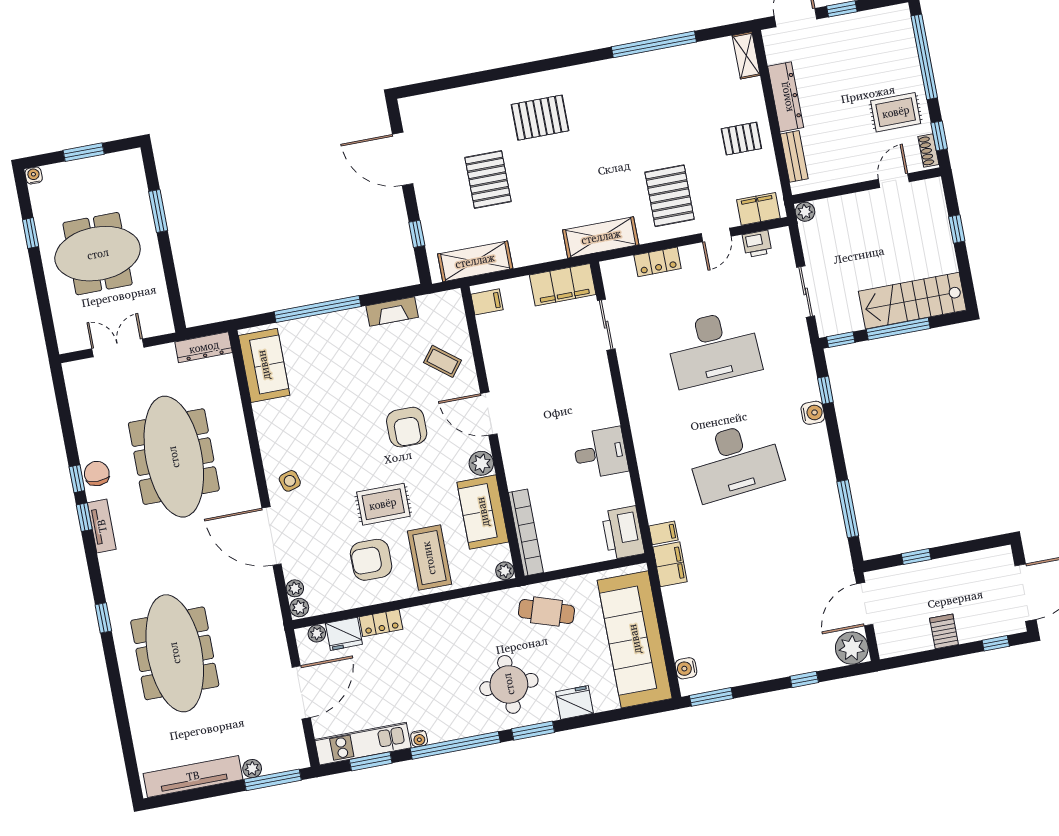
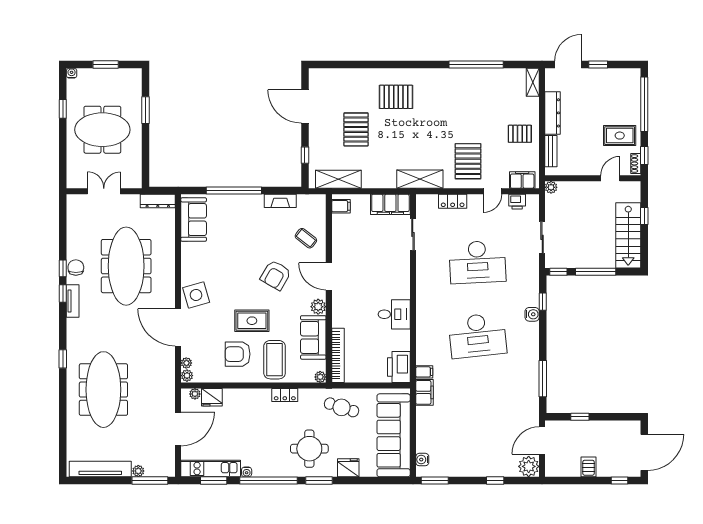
stairs: (912, 301) -> (628, 235), moved, turned -90
armchair: (407, 427) -> (276, 275), turned 30
side table: (290, 481) -> (196, 295), width x1.87, depth x1.87
locker: (381, 623) -> (285, 395), moved

